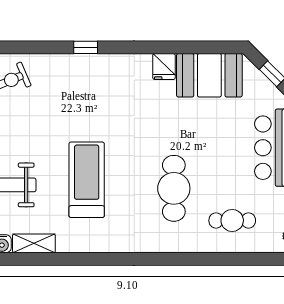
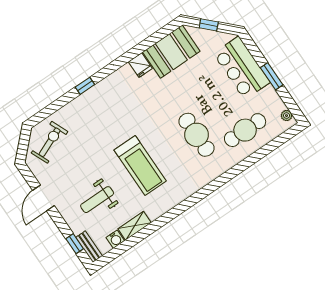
treadmill: (87, 180) -> (140, 166), turned 180
cafe table: (232, 220) -> (245, 130), width x1.37, depth x1.35

